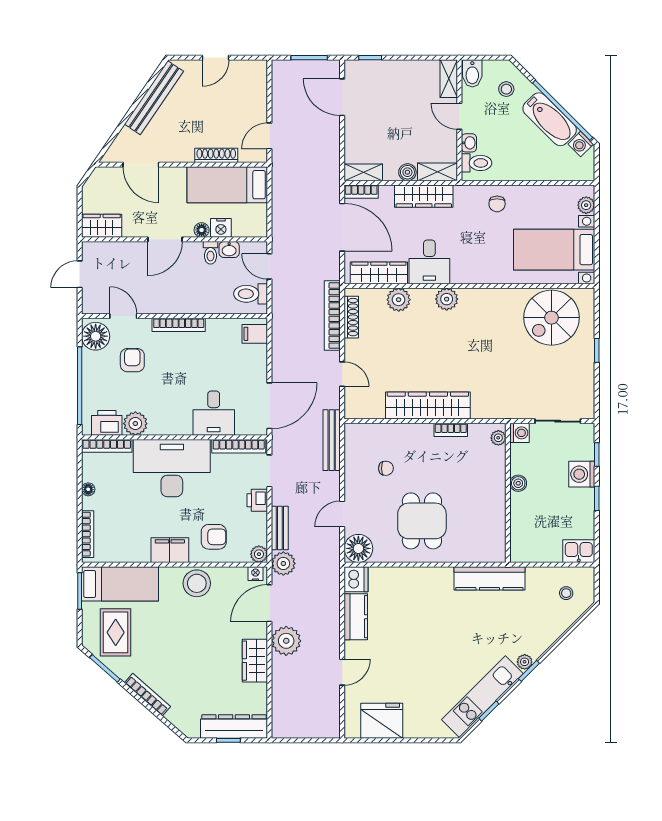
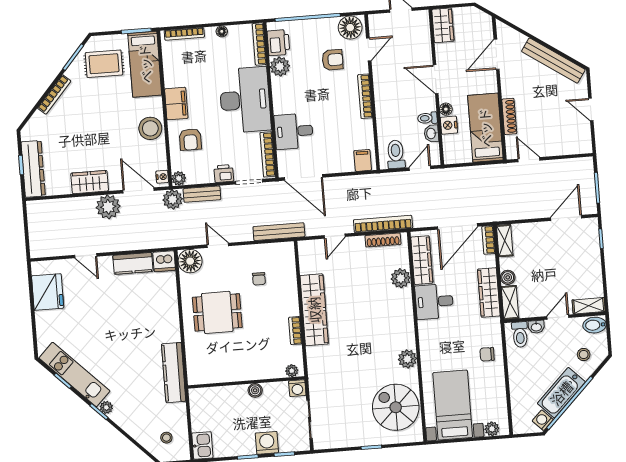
plant: (447, 299) -> (407, 359), moved

